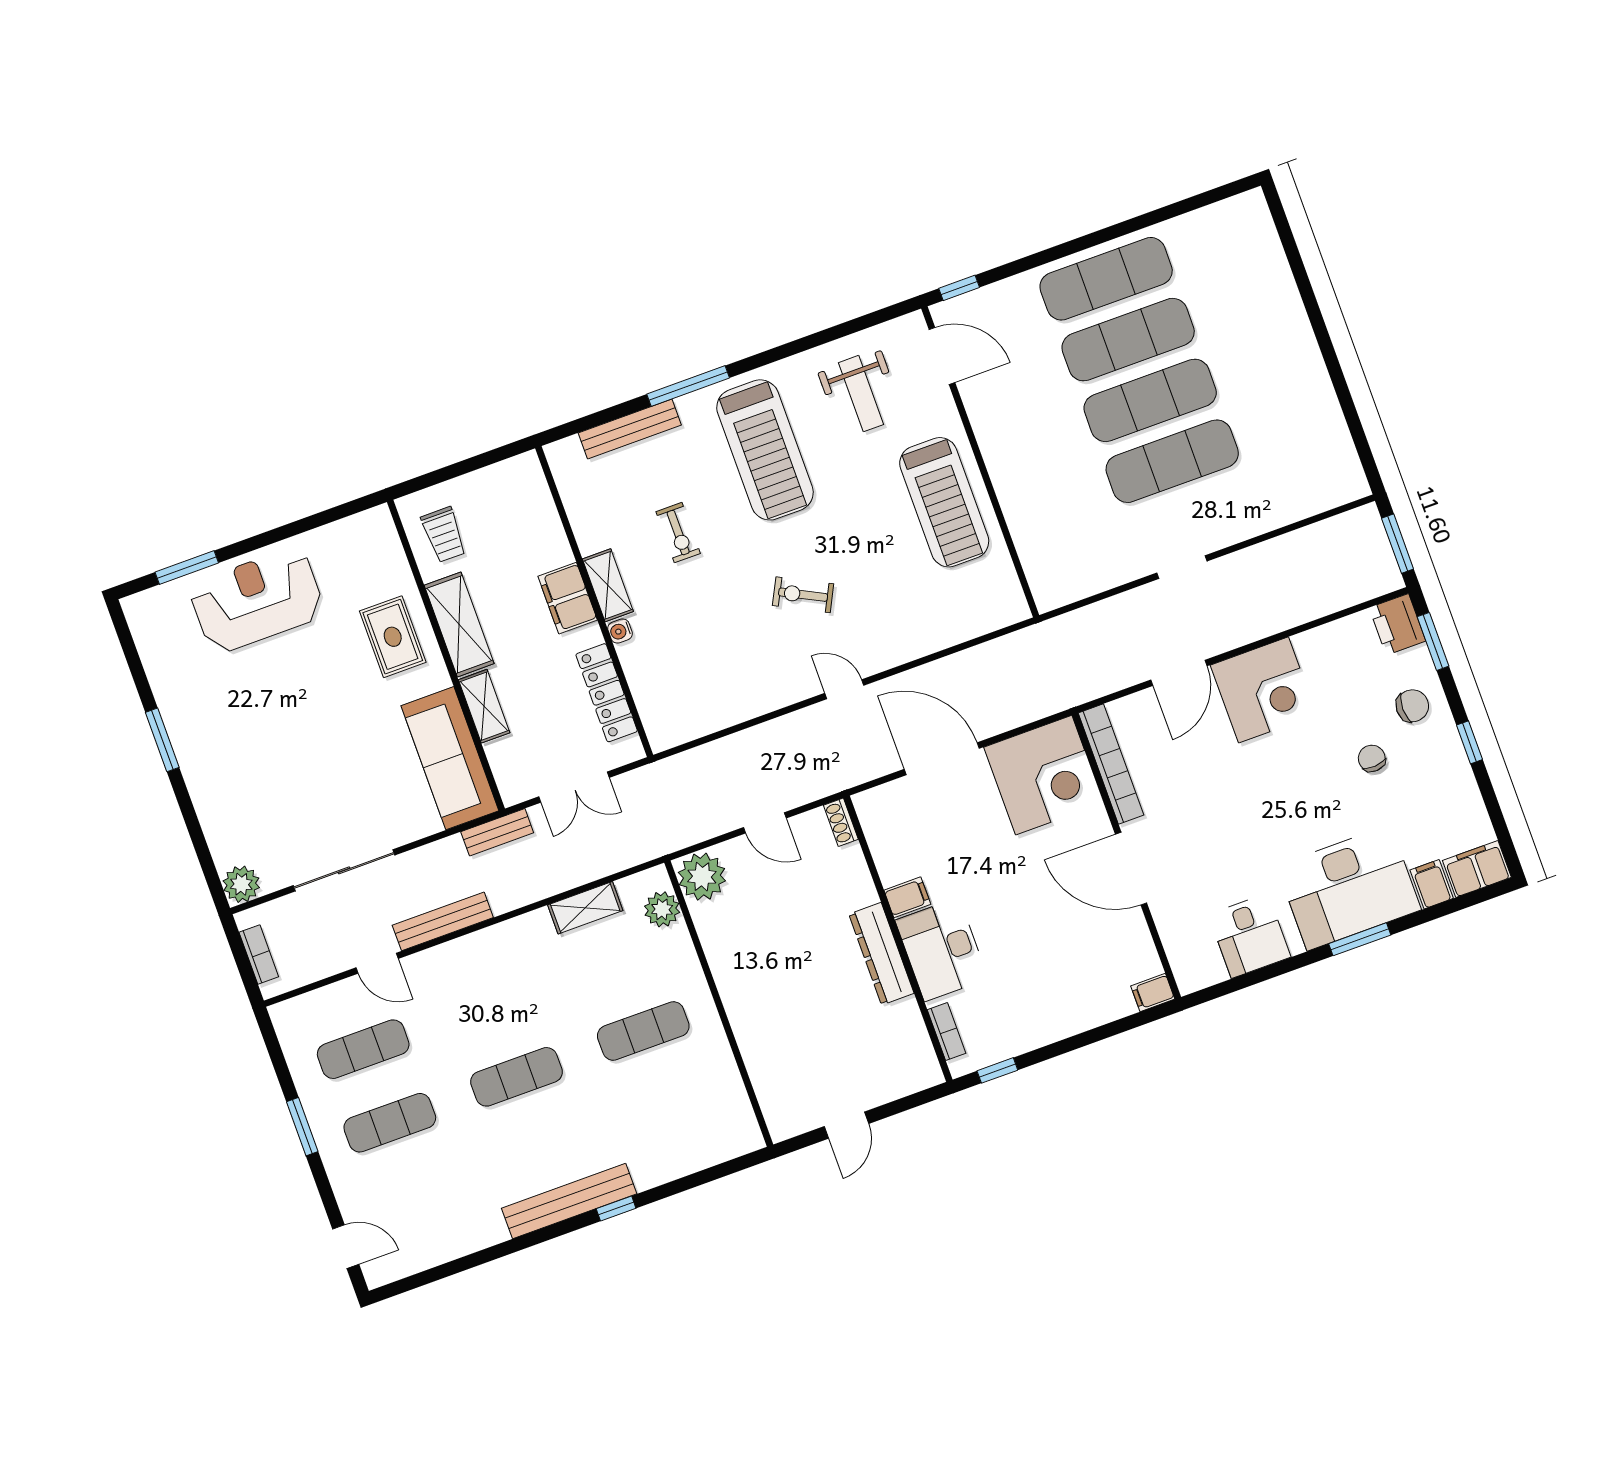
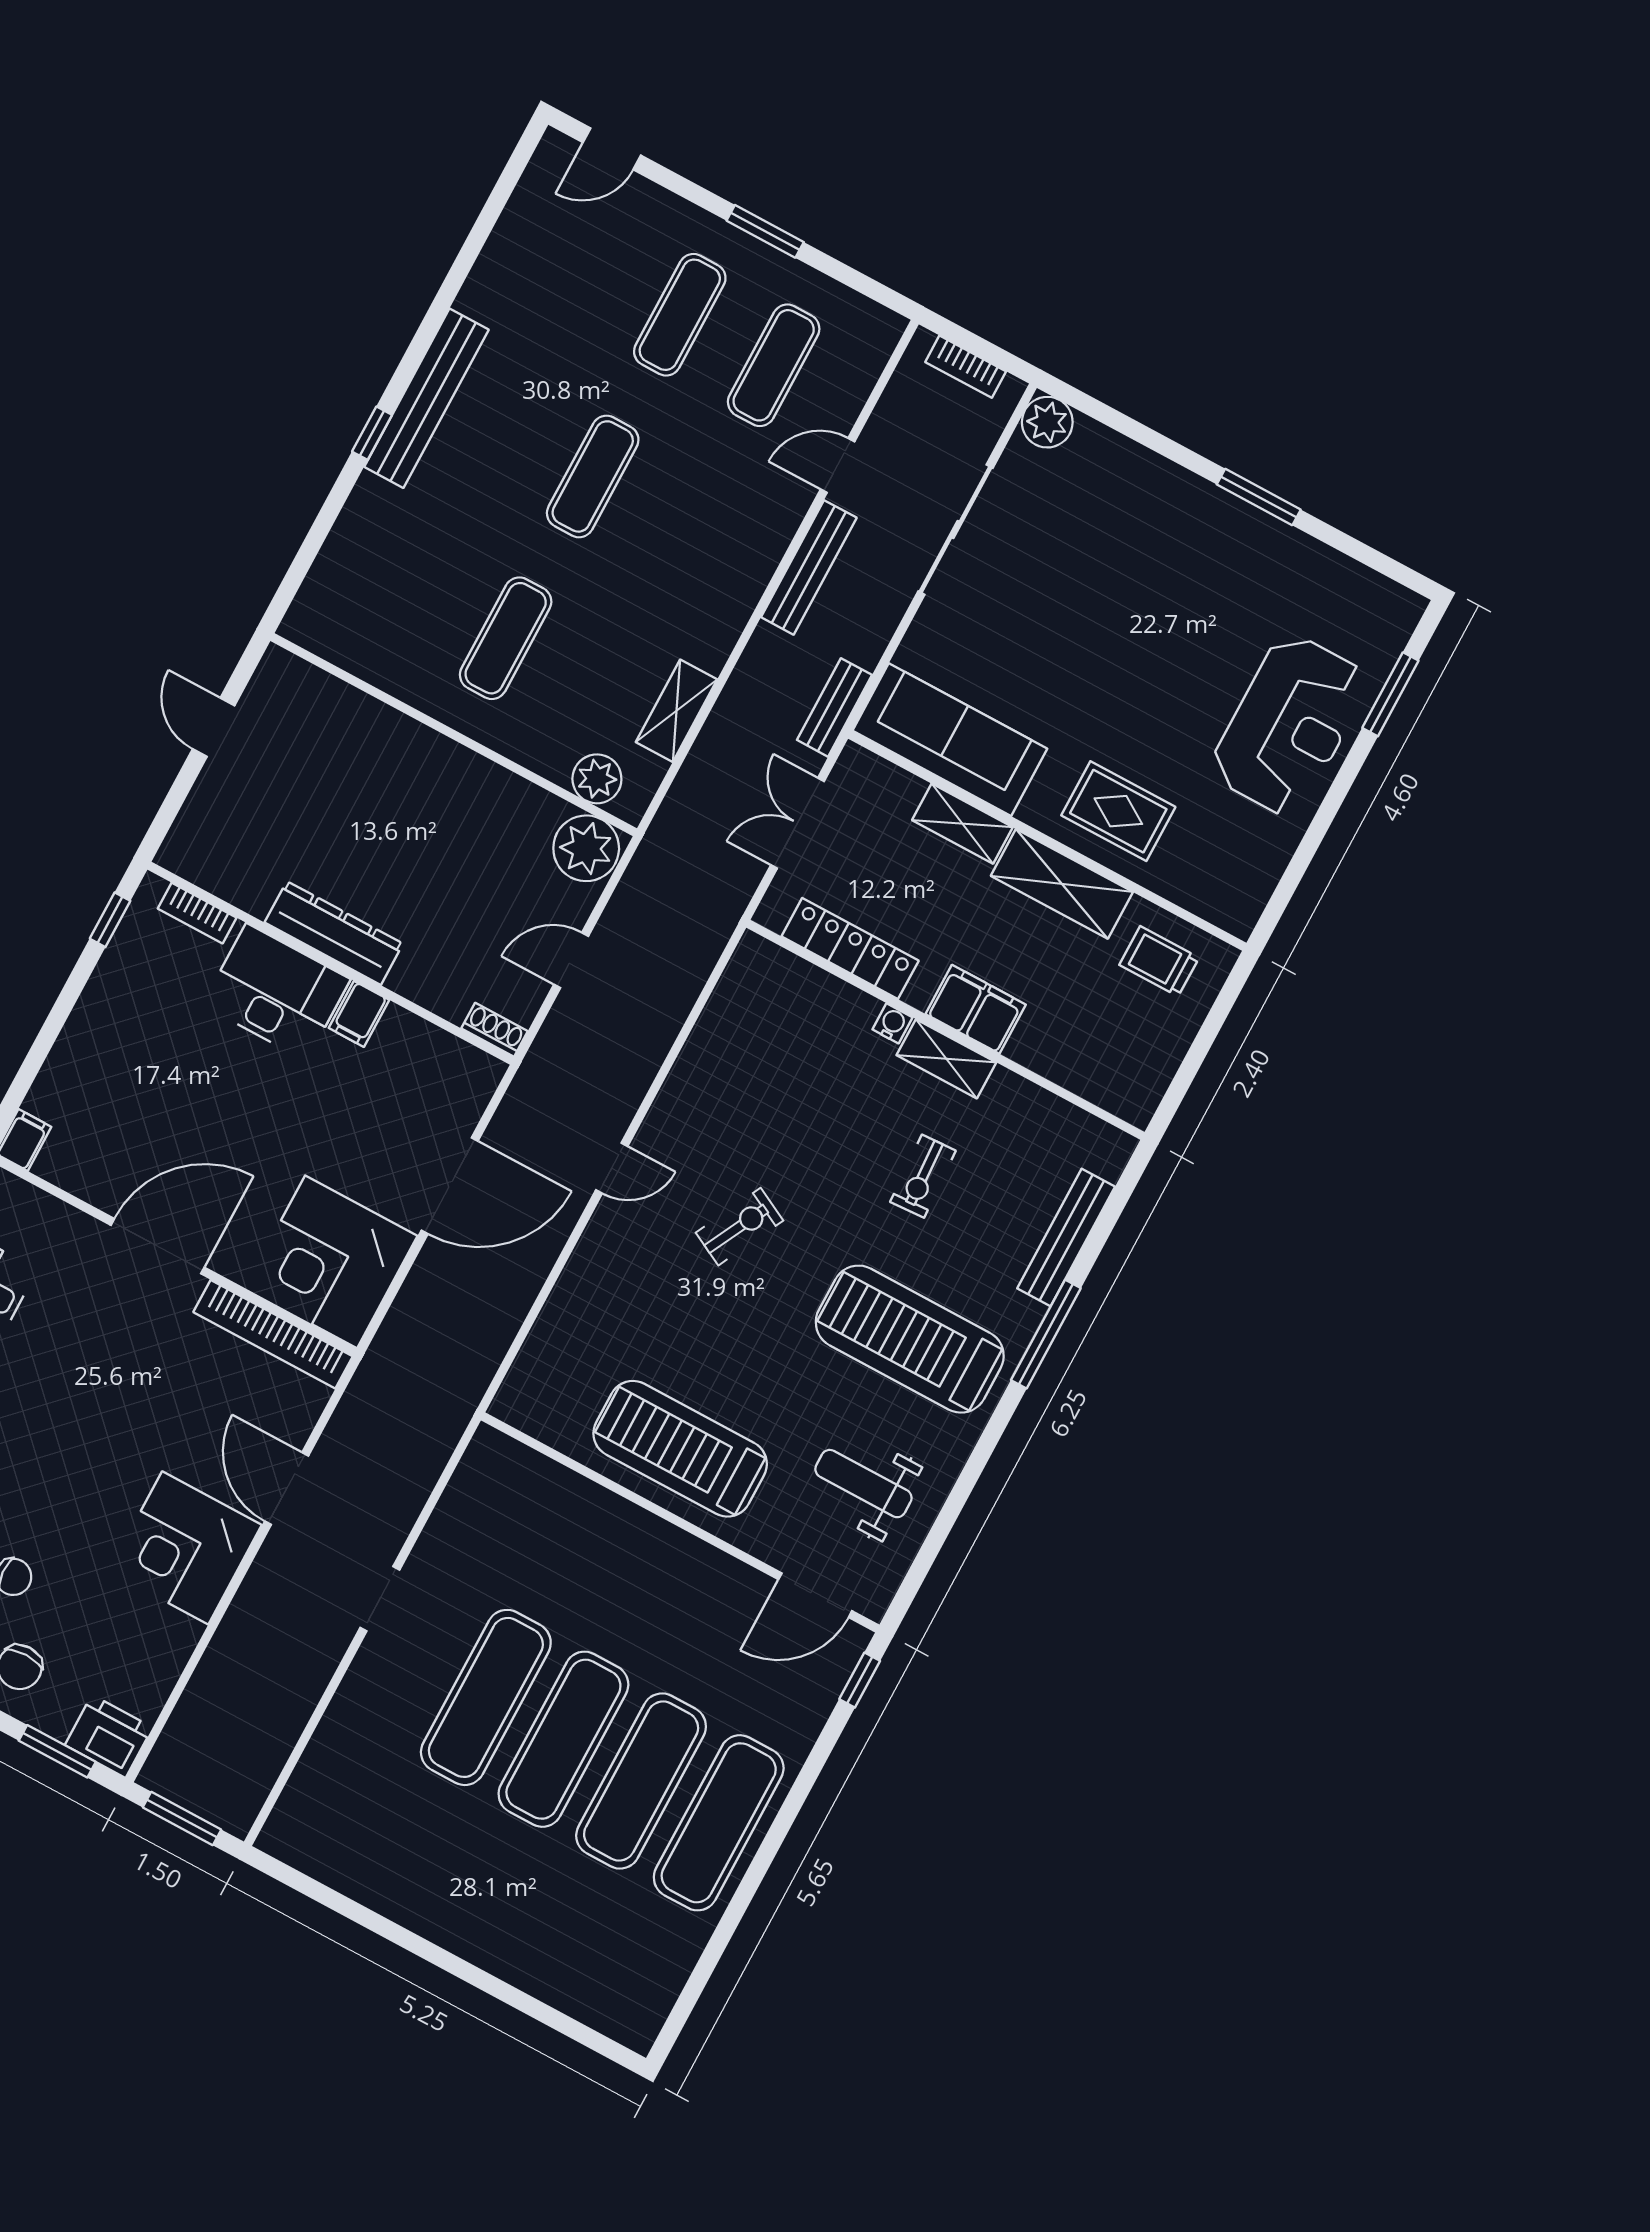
exercise bike: (678, 533) -> (923, 1176), turned -93

